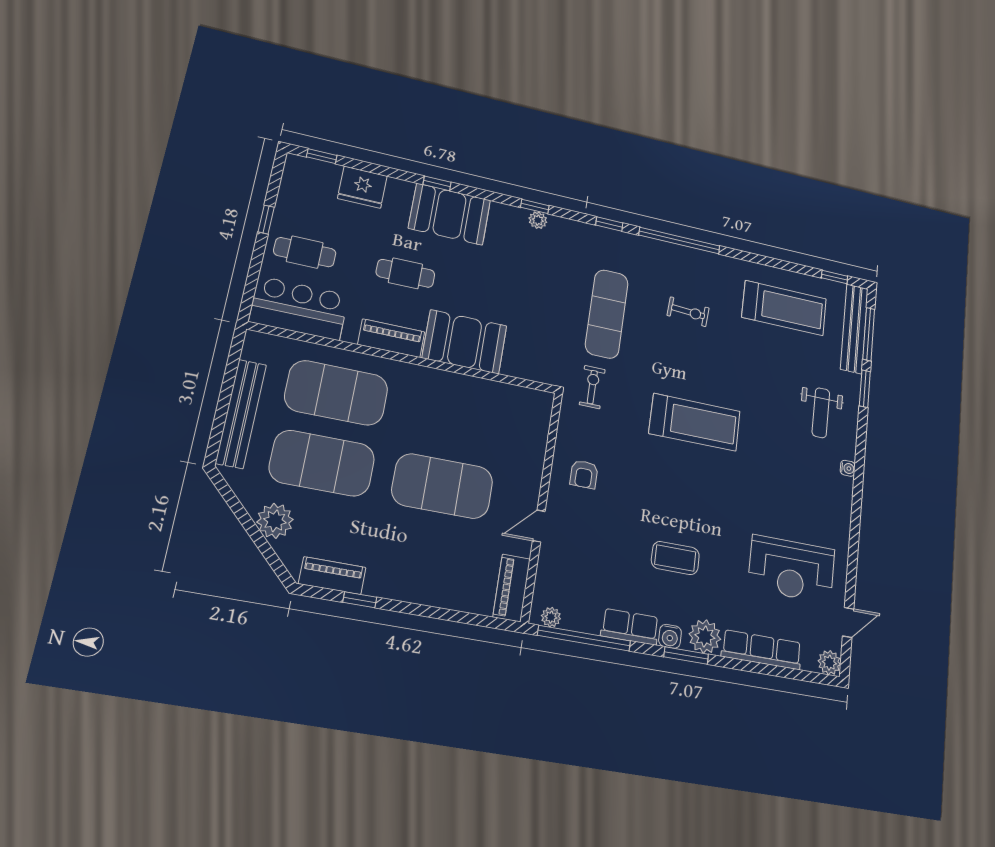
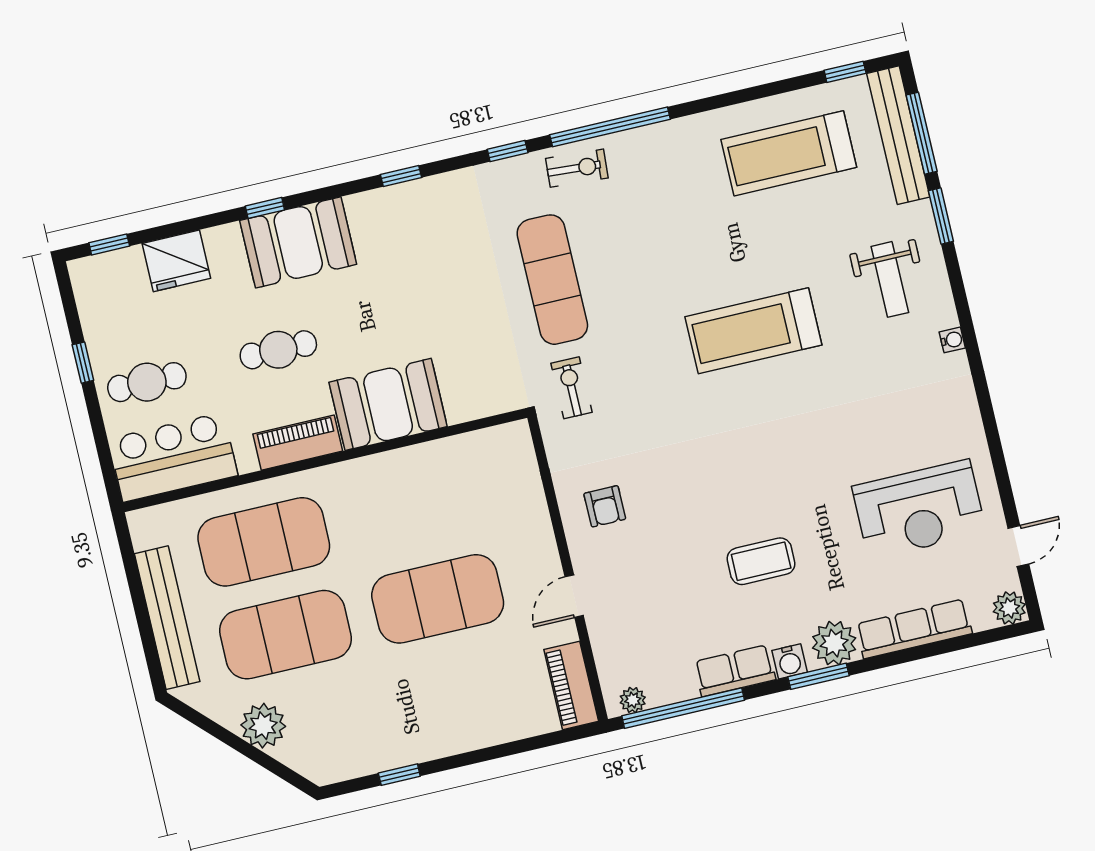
plant: (538, 220) -> (413, 193), removed
treadmill: (784, 308) -> (789, 153), turned 180
exercise bike: (688, 312) -> (577, 168), moved
treadmill: (695, 422) -> (753, 331), moved, turned 180
piano: (332, 576) -> (356, 760), removed

